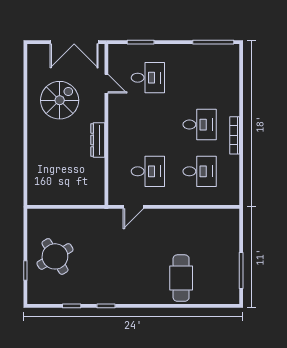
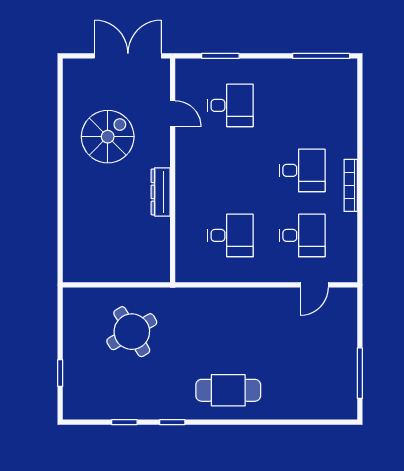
double door: (74, 42) -> (128, 56), swing flipped
door: (133, 207) -> (314, 285), moved
round table: (55, 256) -> (132, 332), moved
cafe table: (181, 278) -> (228, 390), moved, turned 90

